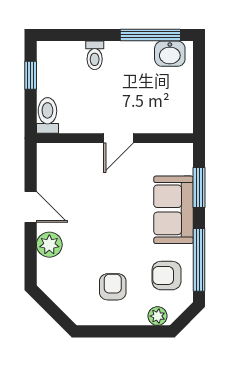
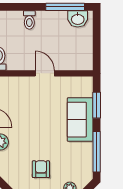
door: (119, 138) -> (45, 73), swing flipped
armchair: (167, 276) -> (76, 162), removed

